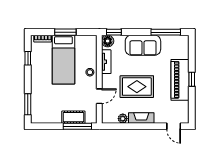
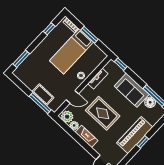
floor lamp: (108, 41) -> (150, 102), moved
plant: (110, 117) -> (67, 117), added

